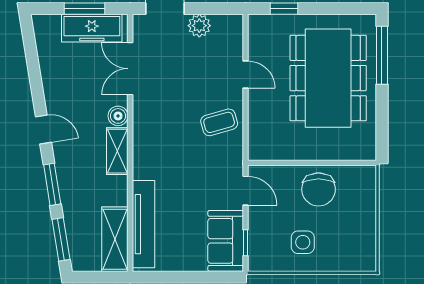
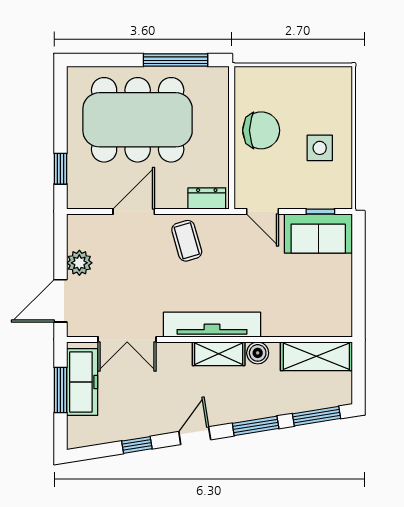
window: (382, 55) -> (176, 60), moved
door: (245, 75) -> (134, 211), width x1.38
window: (35, 77) -> (137, 445), added
boiler: (118, 116) -> (258, 353), moved
dresser: (257, 140) -> (207, 198), added
door: (245, 191) -> (262, 211), swing flipped
tv unit: (143, 224) -> (212, 325), moved

